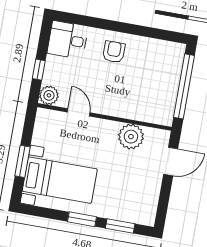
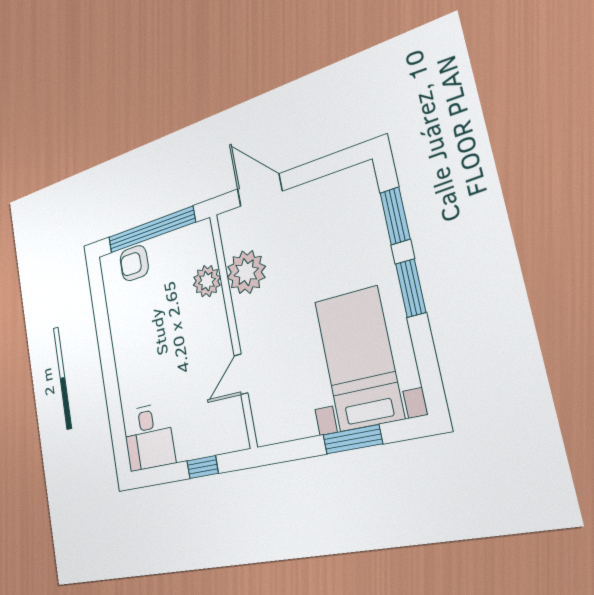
armchair: (114, 52) -> (134, 263), moved
plant: (49, 95) -> (207, 281), moved

